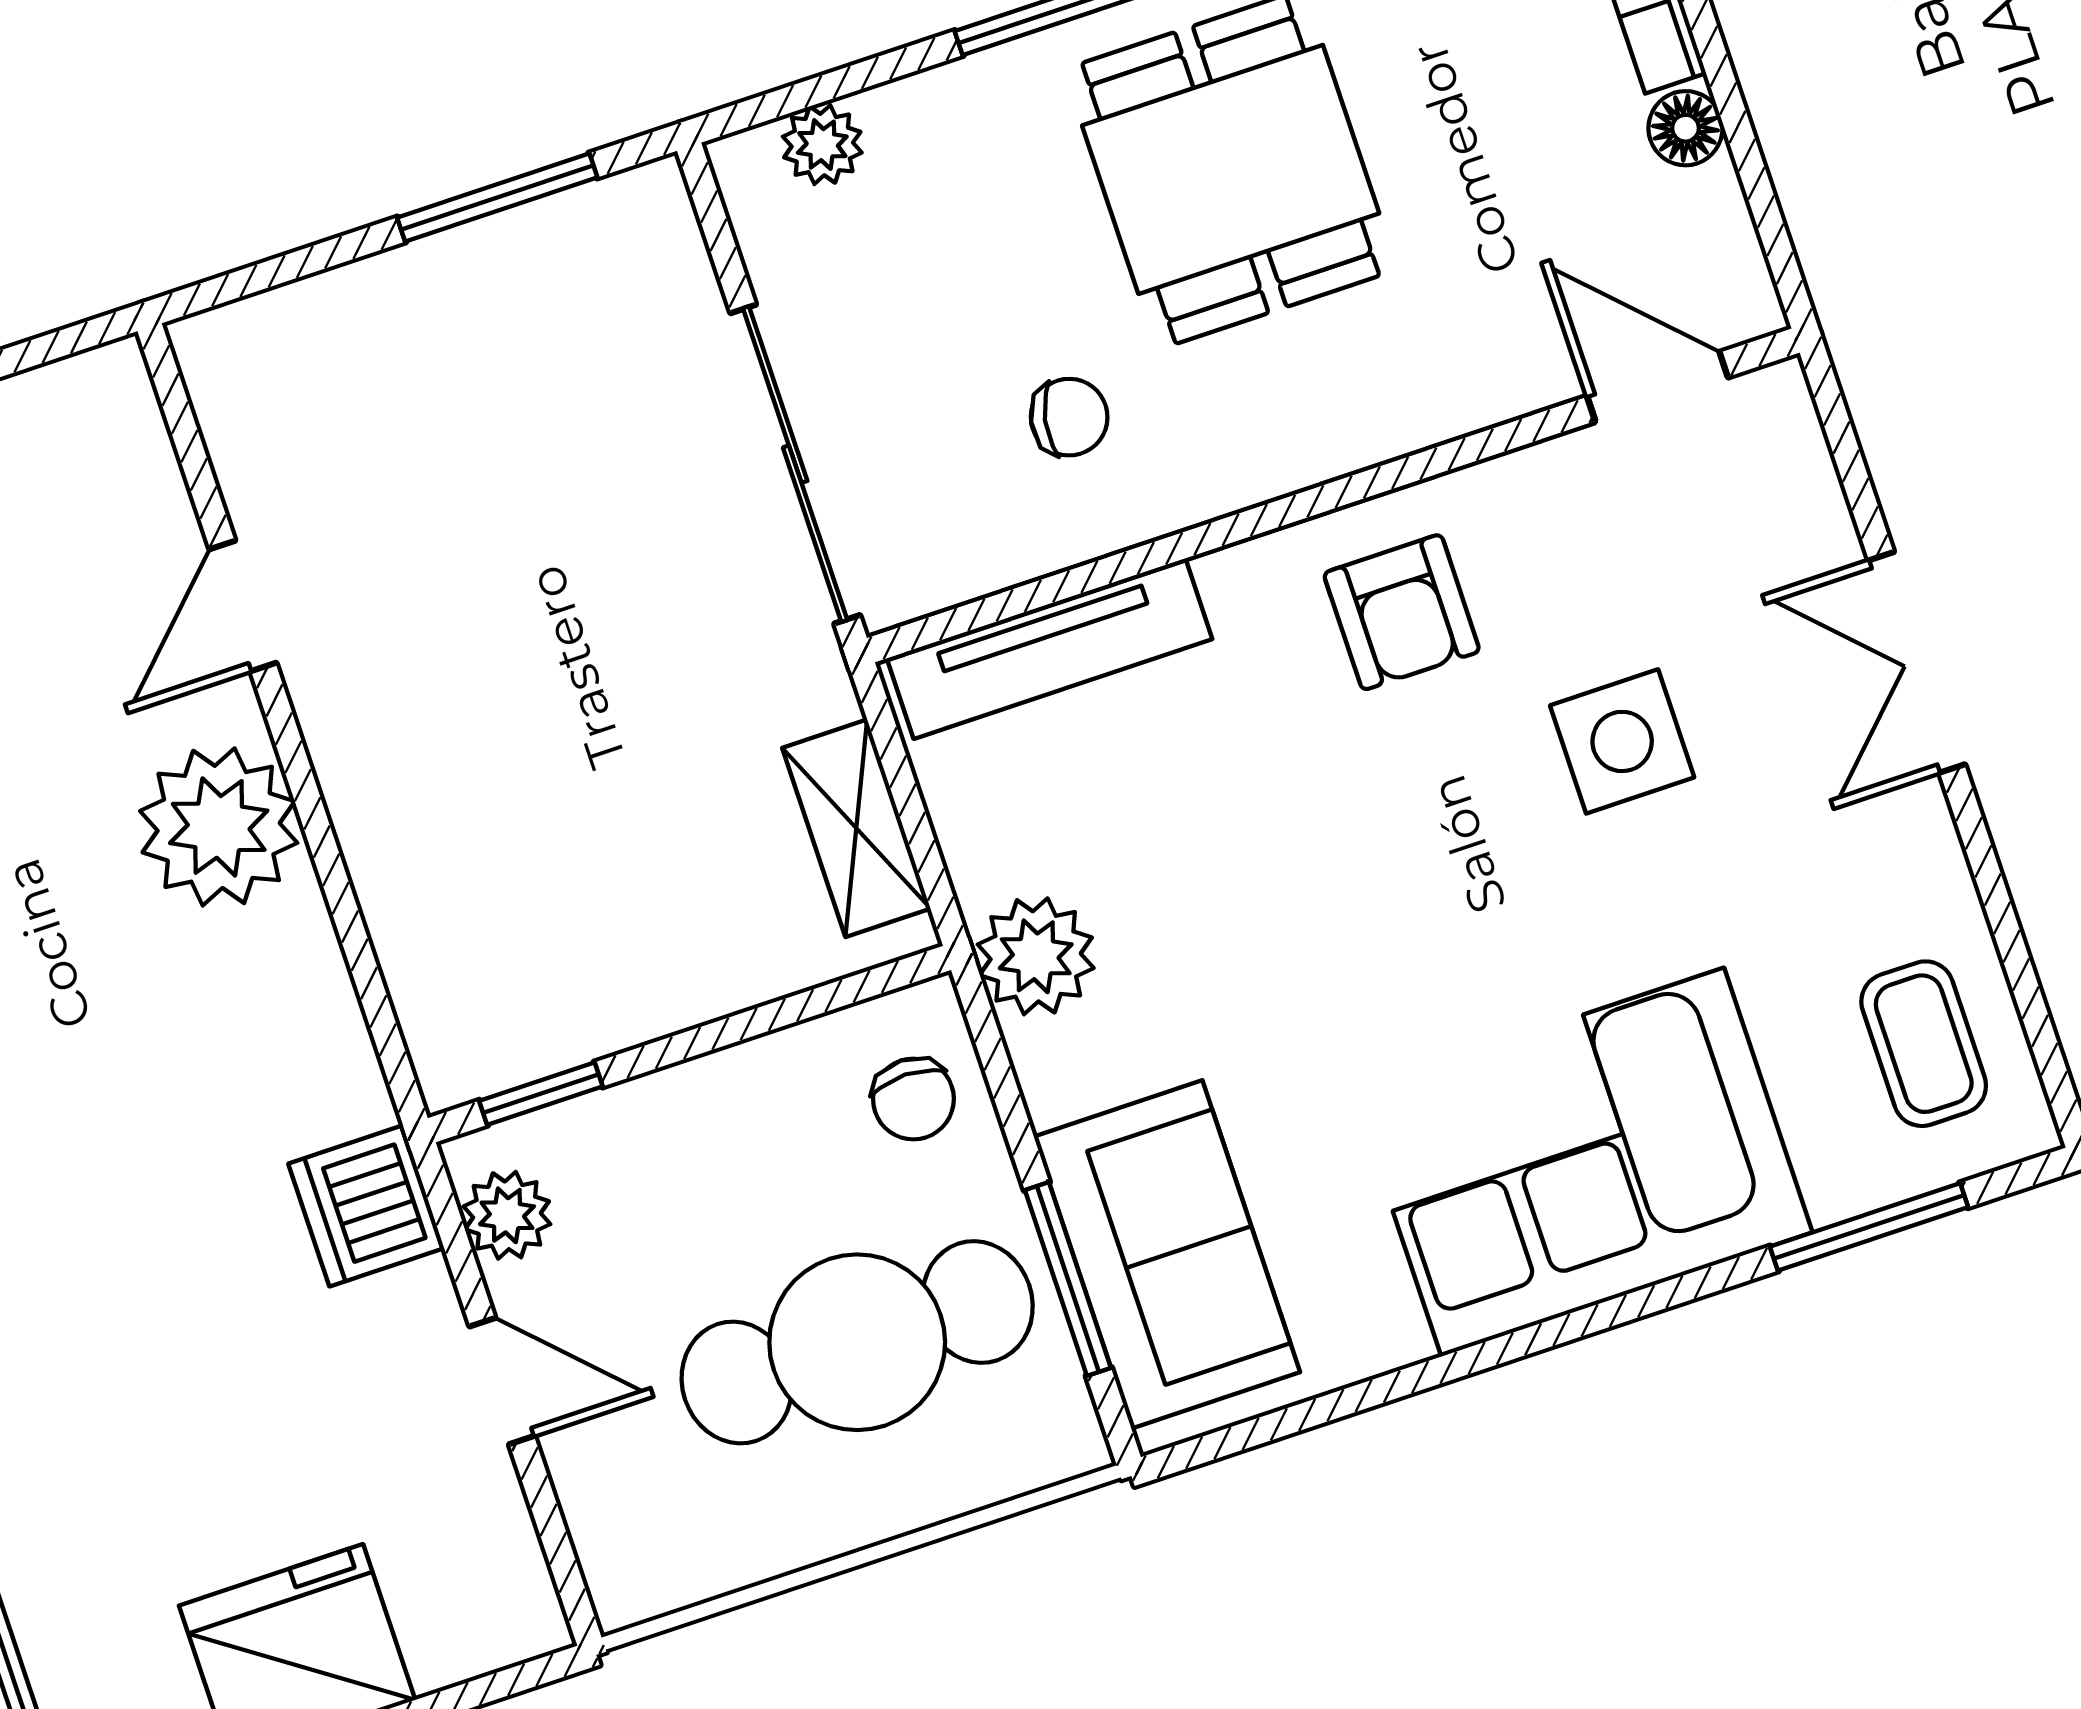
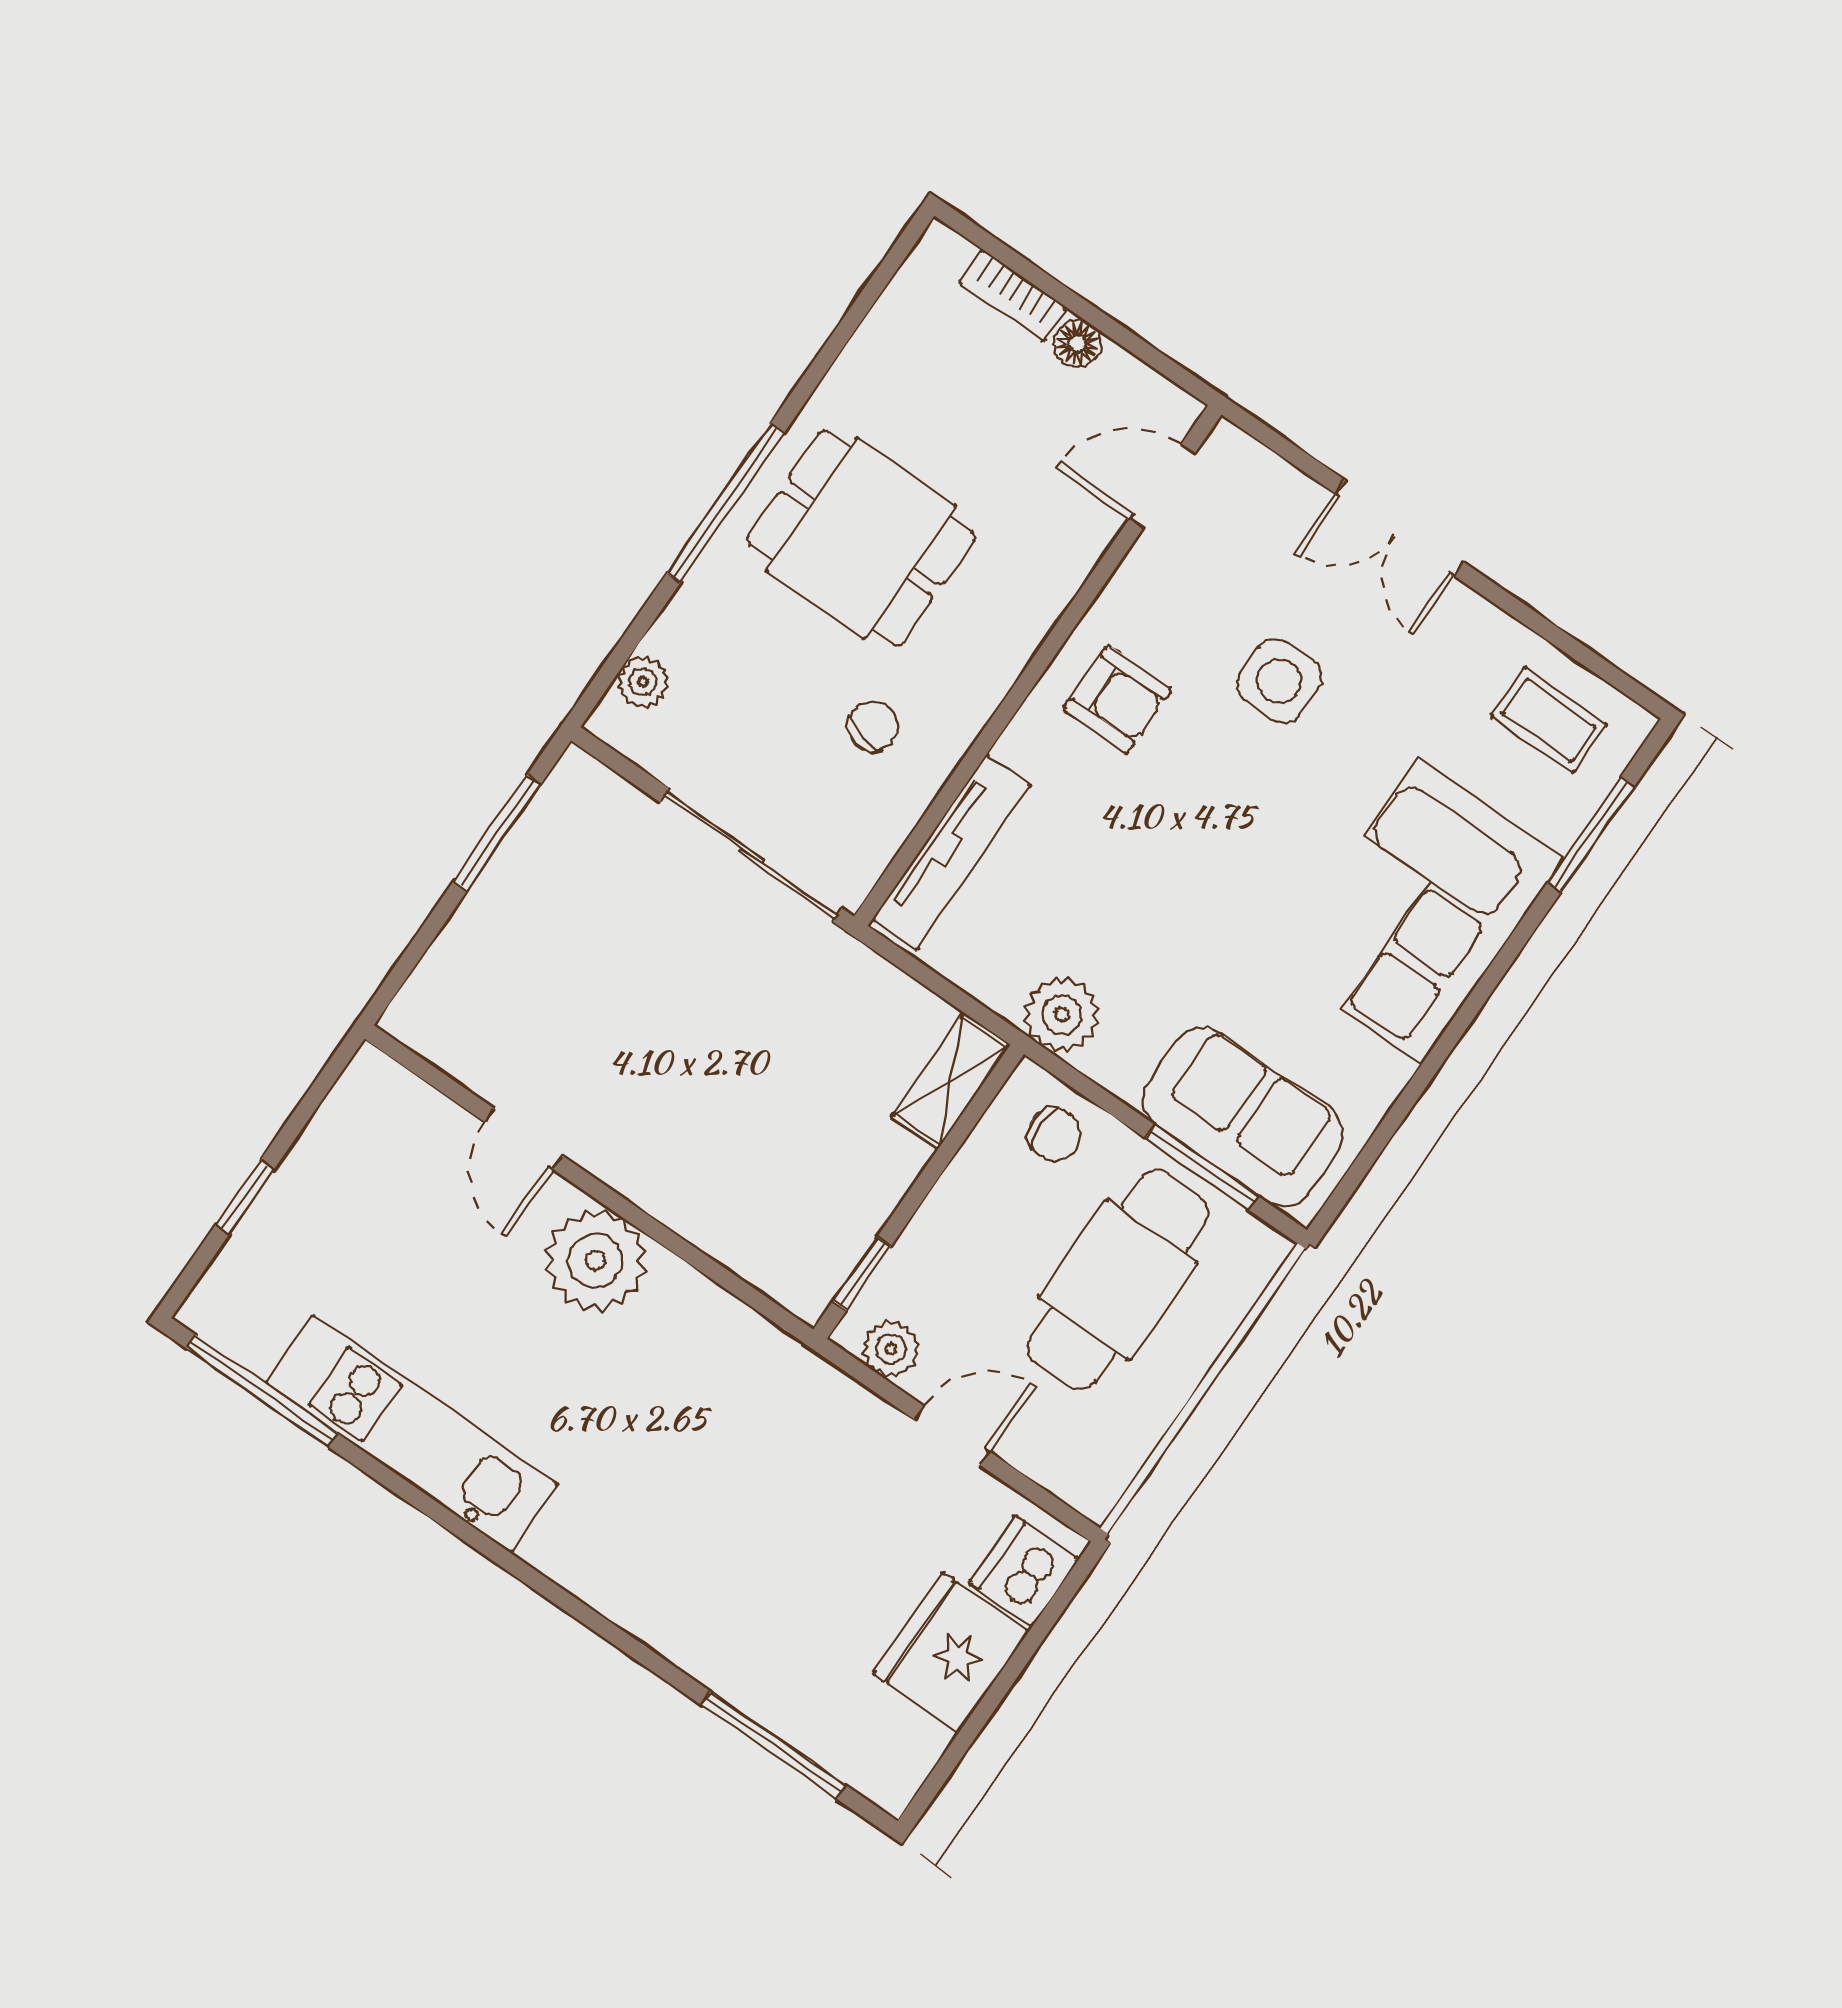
shelving: (856, 828) -> (951, 1081), moved, turned 90
dishwasher: (366, 1206) -> (1024, 1571), moved, turned 90

